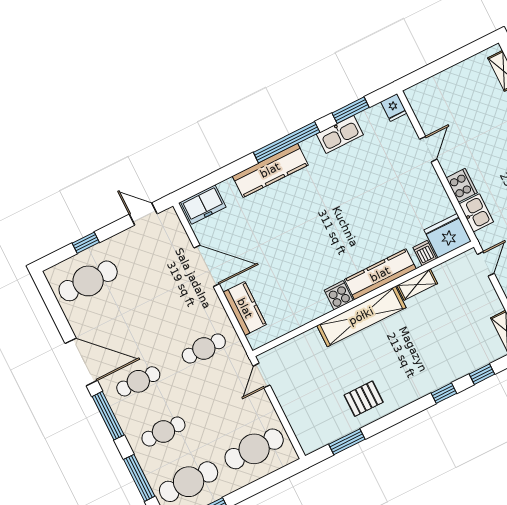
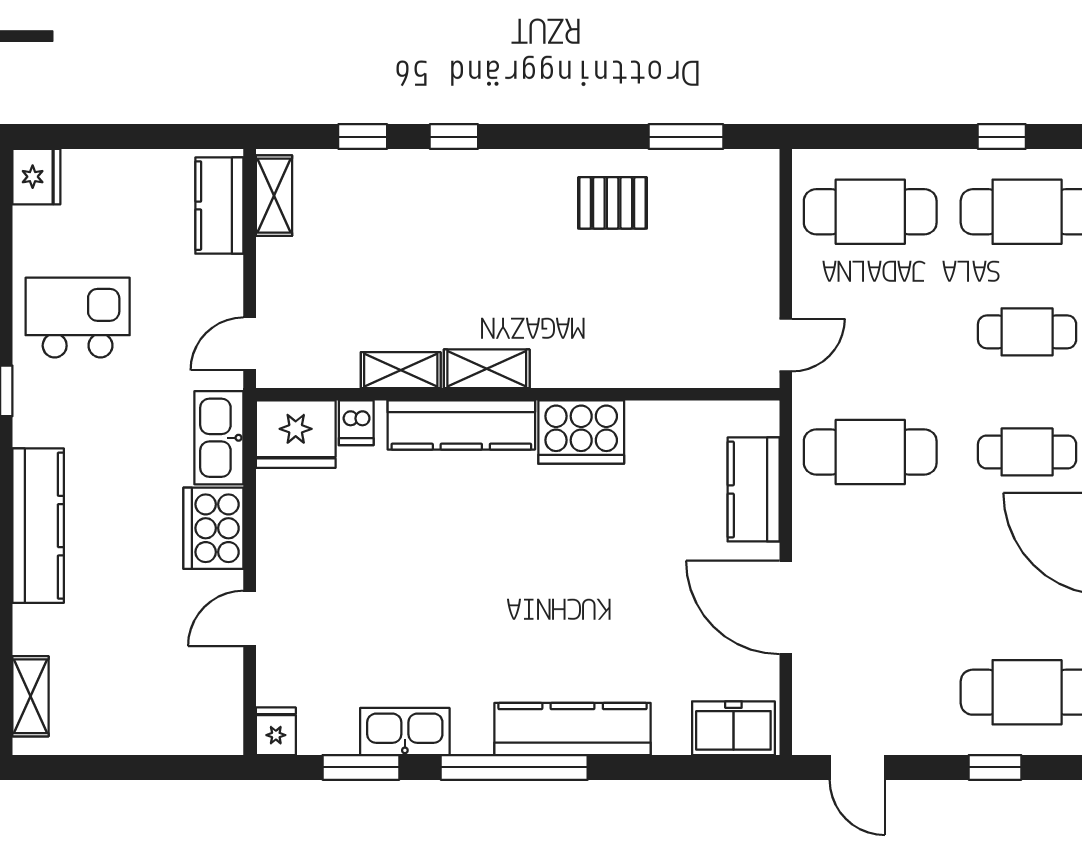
cooker: (462, 185) -> (213, 528), width x1.37, depth x1.31
kitchen sink: (476, 213) -> (219, 438), width x1.38
cooker: (339, 295) -> (581, 432), width x1.87, depth x1.31
shelving: (361, 316) -> (487, 369), width x0.45, depth x0.75
cafe table: (204, 349) -> (870, 452), width x1.37, depth x1.35

